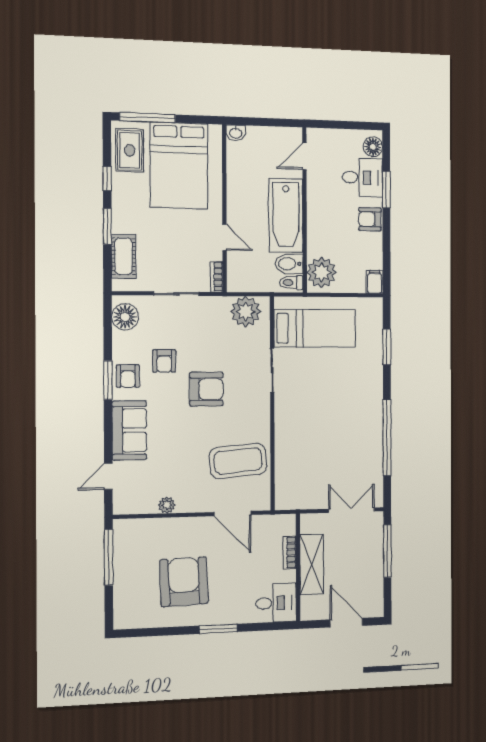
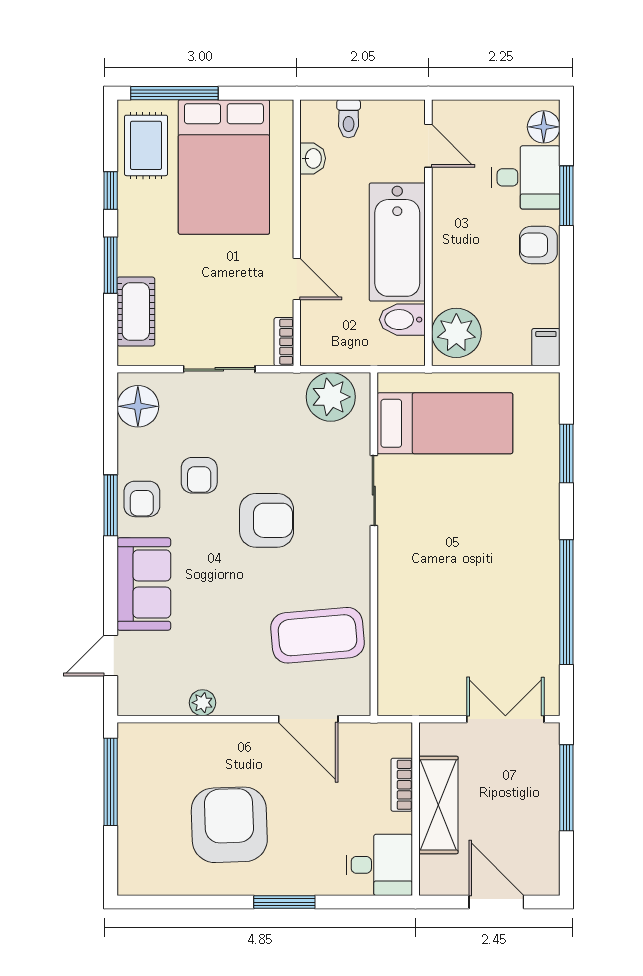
washbasin: (236, 133) -> (313, 158), moved, turned -90
door: (304, 156) -> (428, 146), swing flipped
toilet: (291, 283) -> (349, 119), moved, turned -90

